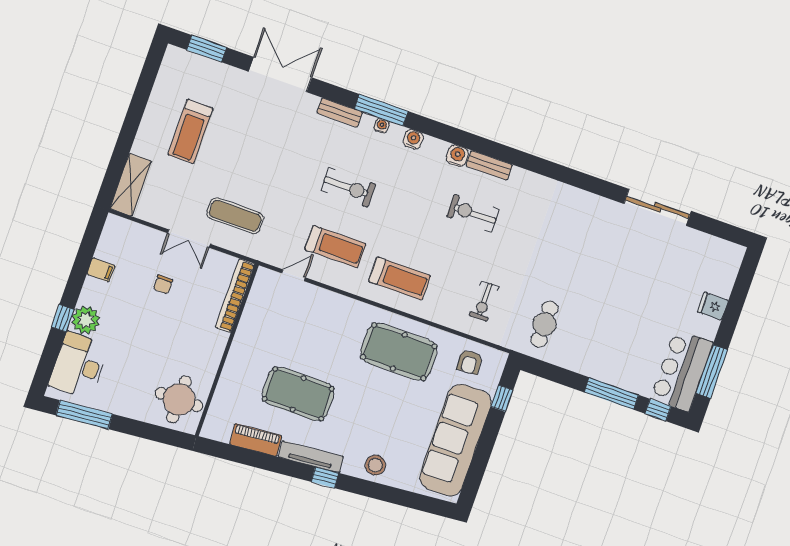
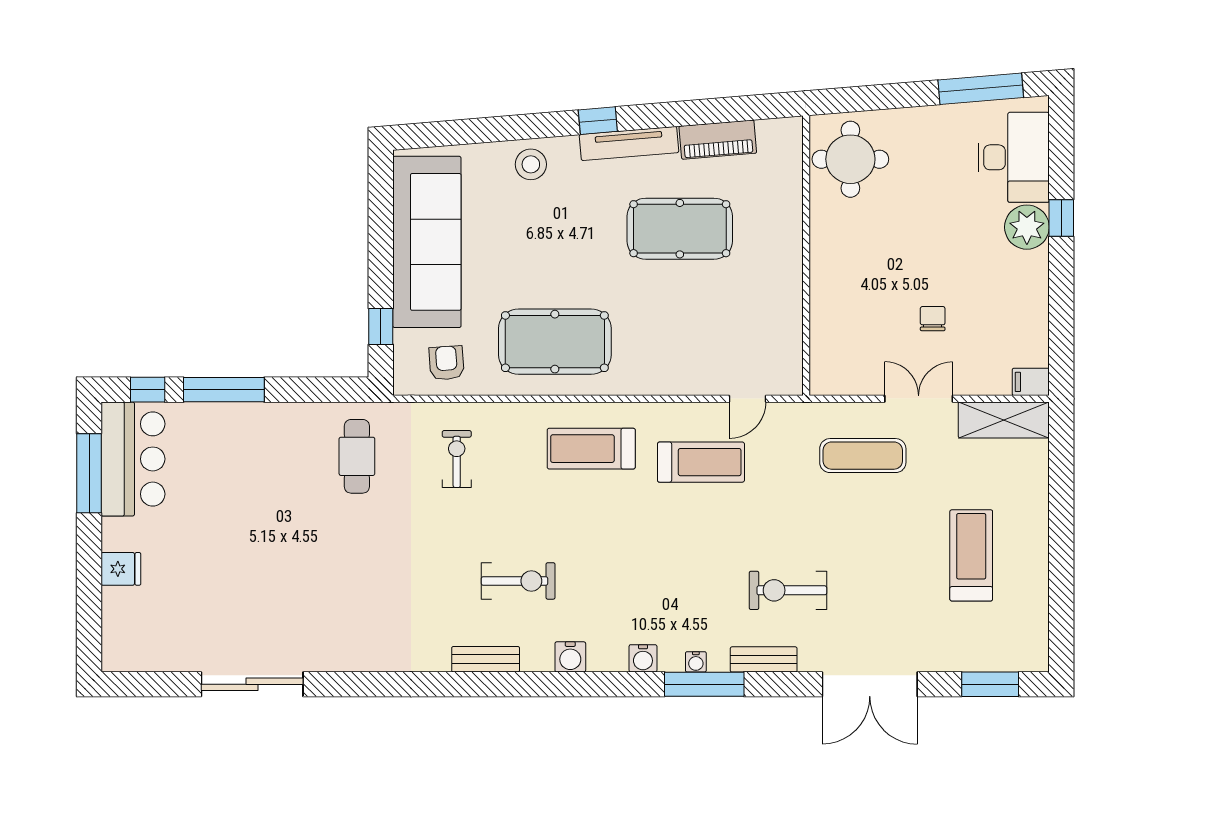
bench: (489, 165) -> (486, 659), moved
shelving: (131, 185) -> (1004, 420), moved, turned 90
exercise bike: (348, 187) -> (788, 590), moved
treadmill: (335, 247) -> (701, 462), turned 180
filing cabinet: (101, 270) -> (1031, 382), moved
bookcase: (235, 296) -> (822, 339), removed

